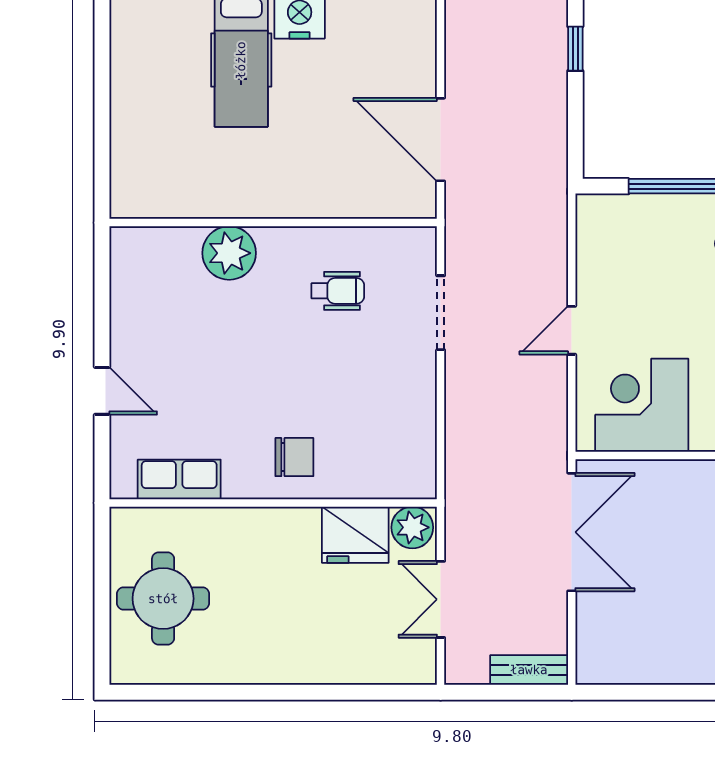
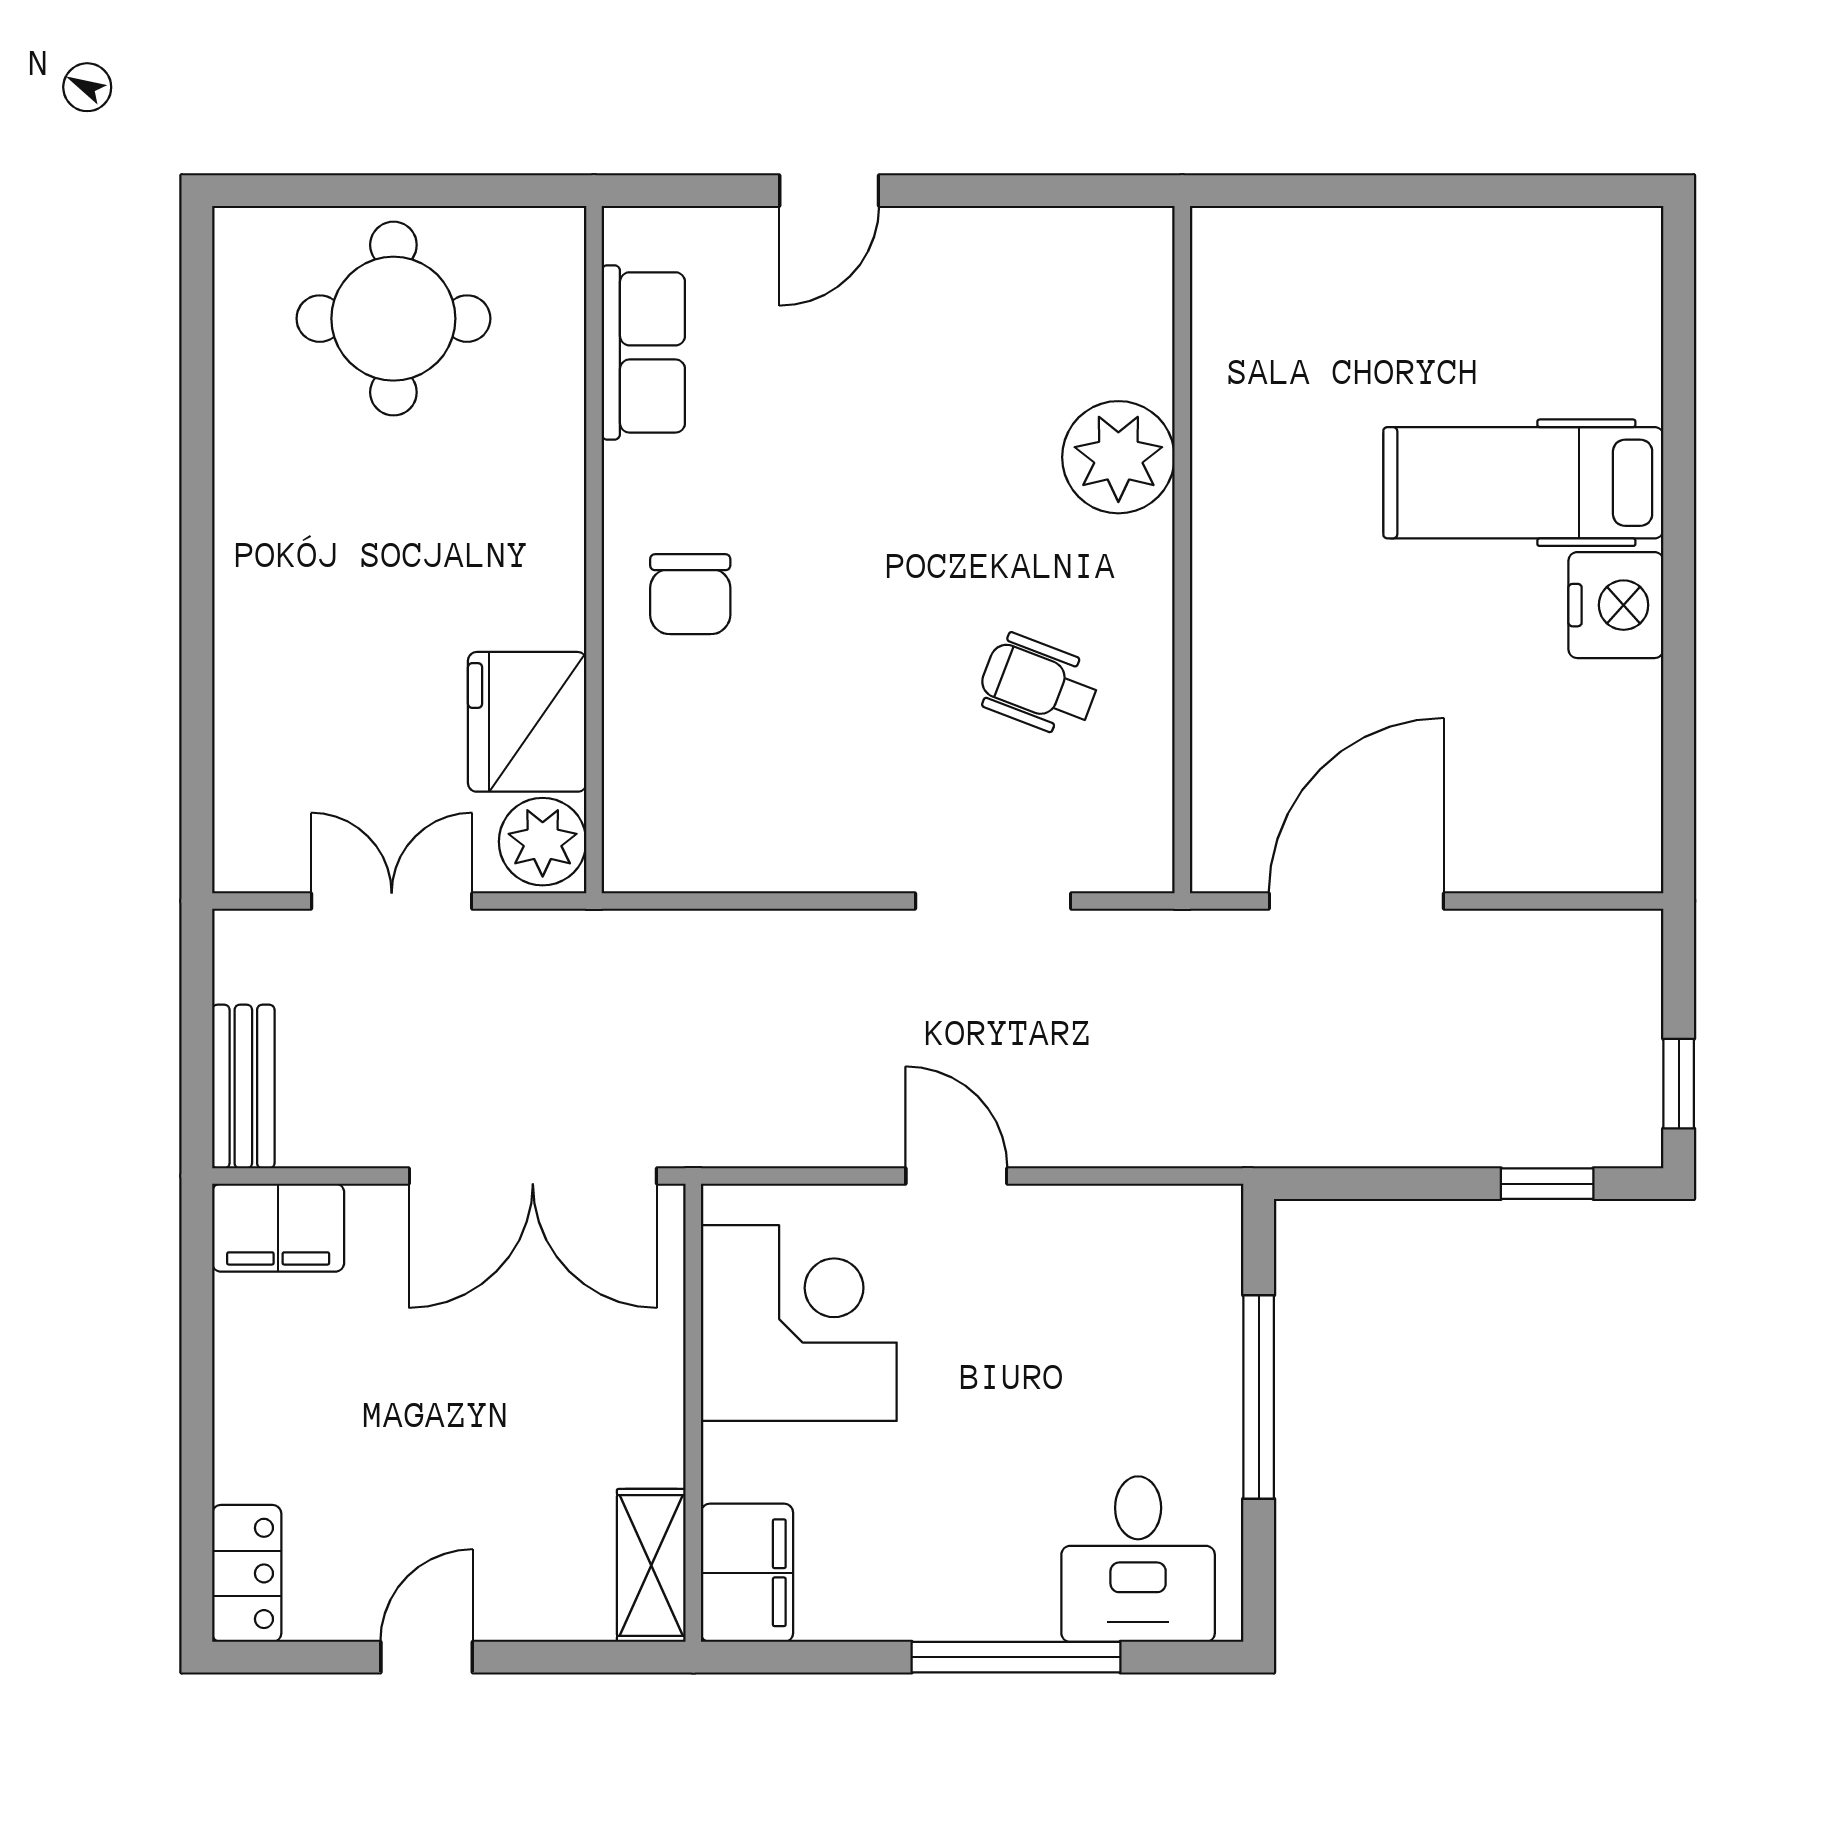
wheelchair: (338, 291) -> (1039, 685), turned 111
filing cabinet: (596, 653) -> (278, 1228), added

